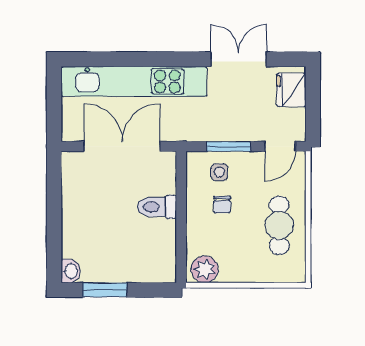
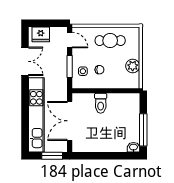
double door: (239, 59) -> (25, 61), swing flipped
window: (54, 112) -> (52, 156), added
plant: (205, 269) -> (133, 66), moved
window: (105, 290) -> (143, 130), width x1.44

